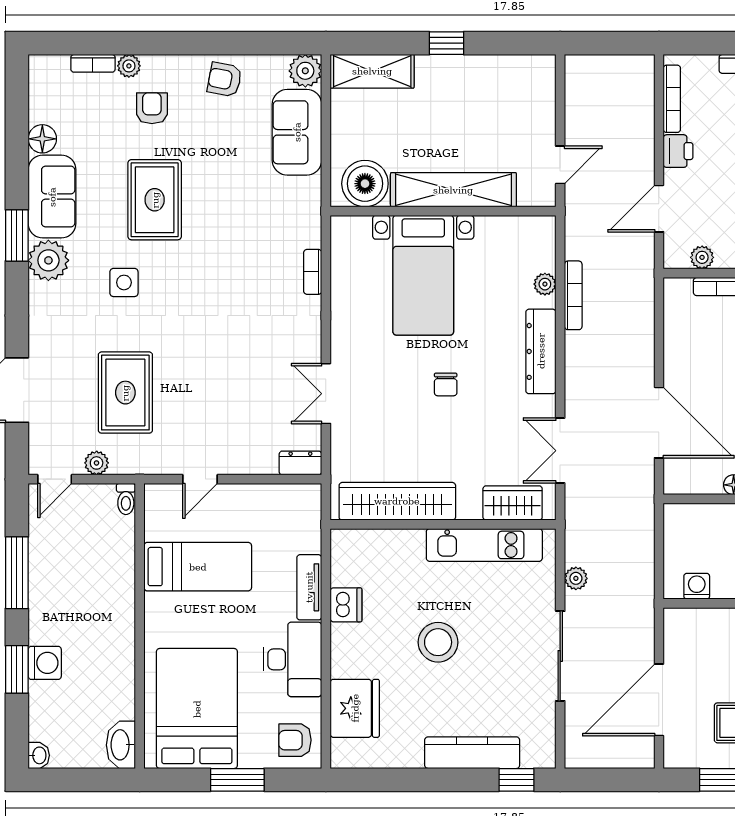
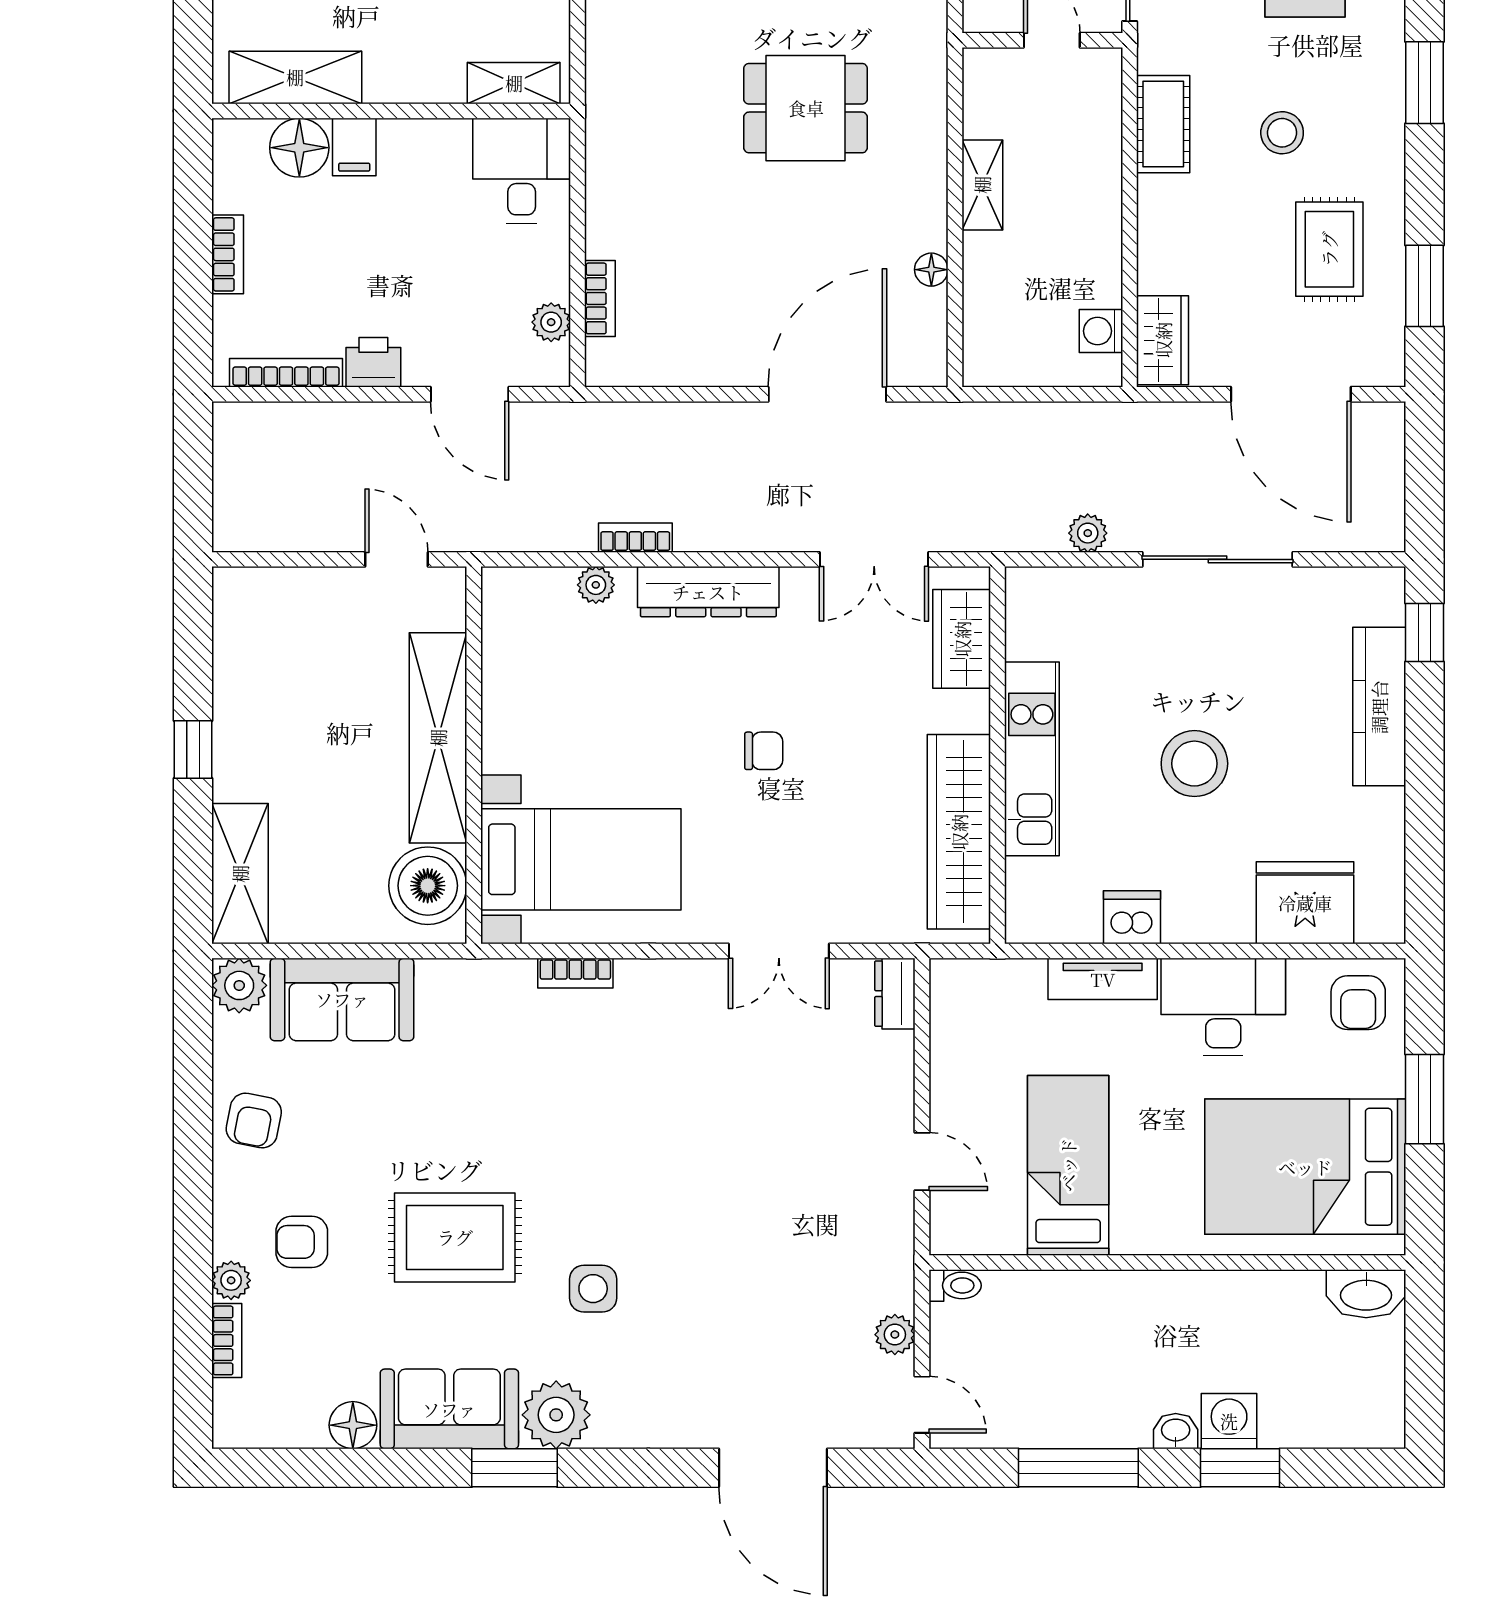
bed with nightstands: (423, 275) -> (581, 859), moved
bookcase: (573, 295) -> (635, 538), width x0.64
rug: (125, 393) -> (777, 1286), removed
kitchen unit: (484, 545) -> (1032, 759), moved
wardrobe: (691, 623) -> (1163, 340), added
washbasin: (39, 755) -> (1176, 1431), moved

